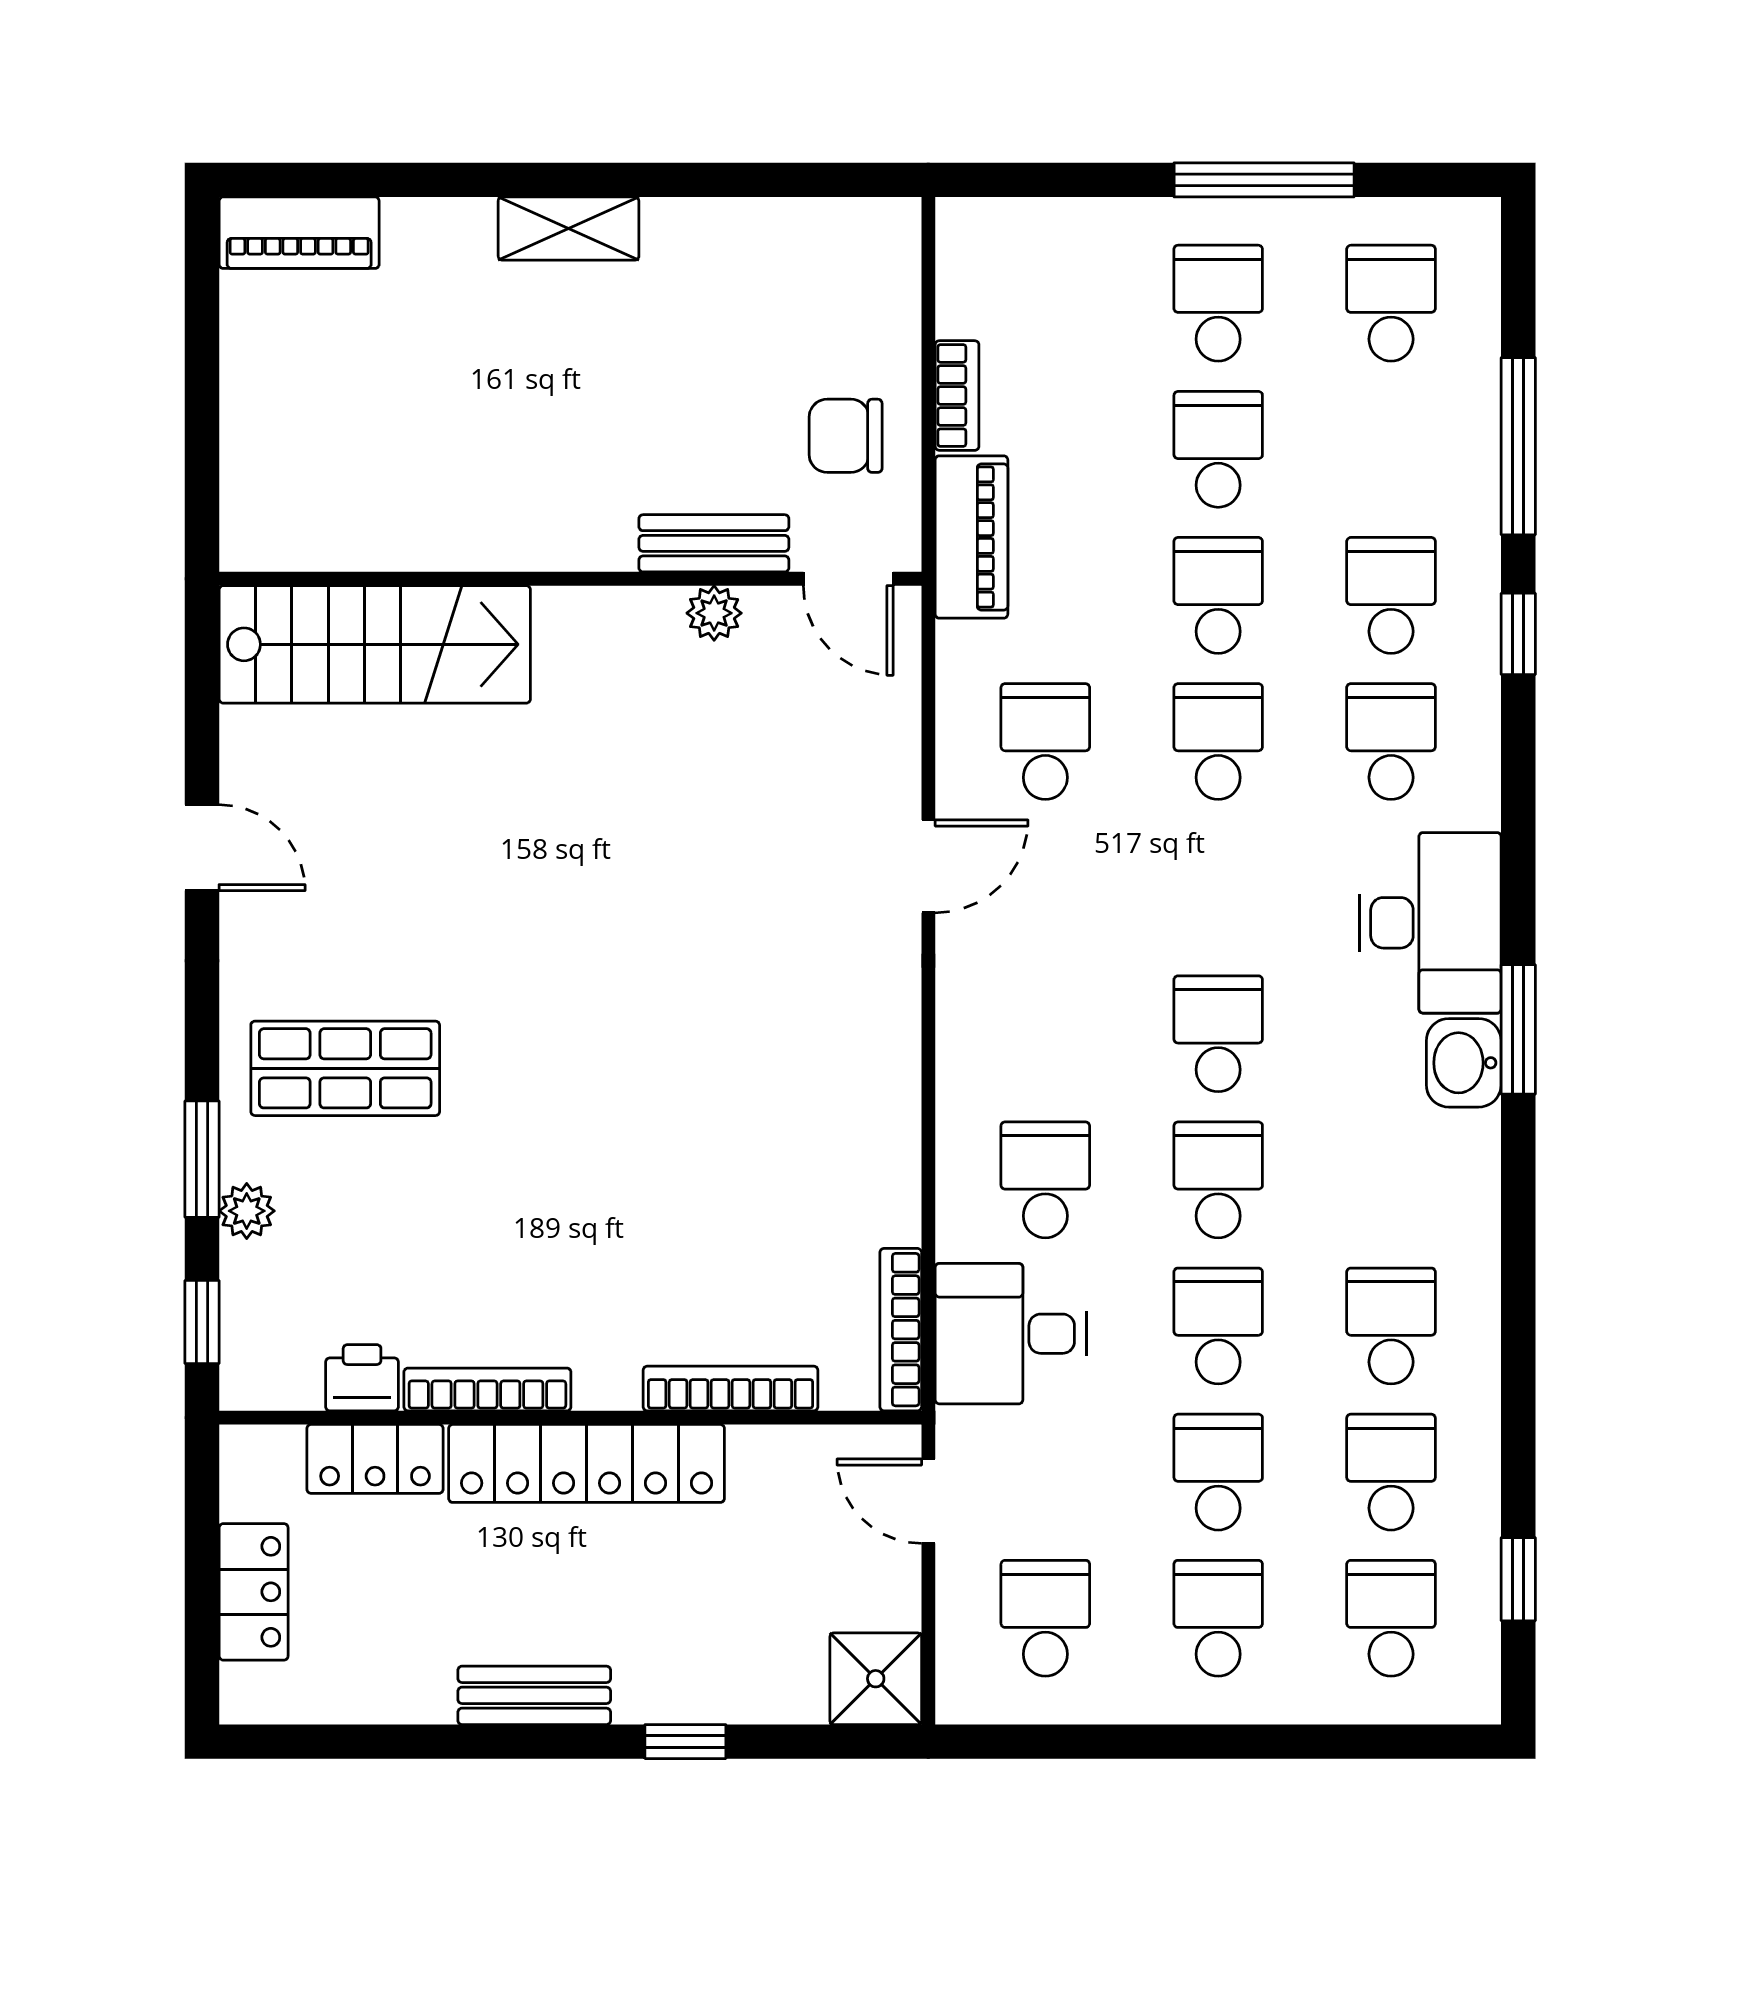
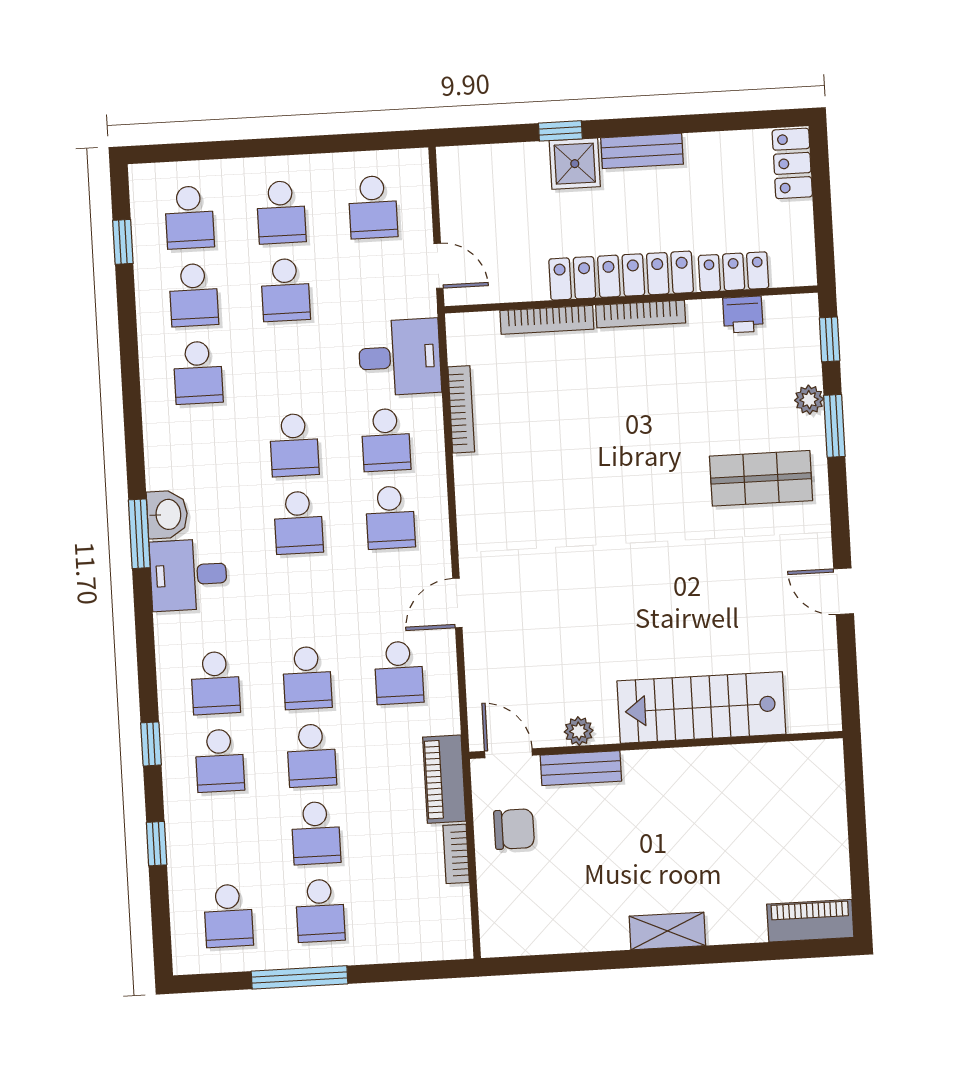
window: (1518, 446) -> (157, 844), width x0.46
stairs: (375, 644) -> (701, 708), moved
desk: (1430, 923) -> (188, 575), width x0.73
school desk: (1218, 1326) -> (390, 517), moved
bookcase: (901, 1330) -> (461, 409), moved
bookcase: (487, 1389) -> (641, 314), moved
locker: (254, 1592) -> (792, 163), moved
shower: (876, 1679) -> (575, 164), moved

